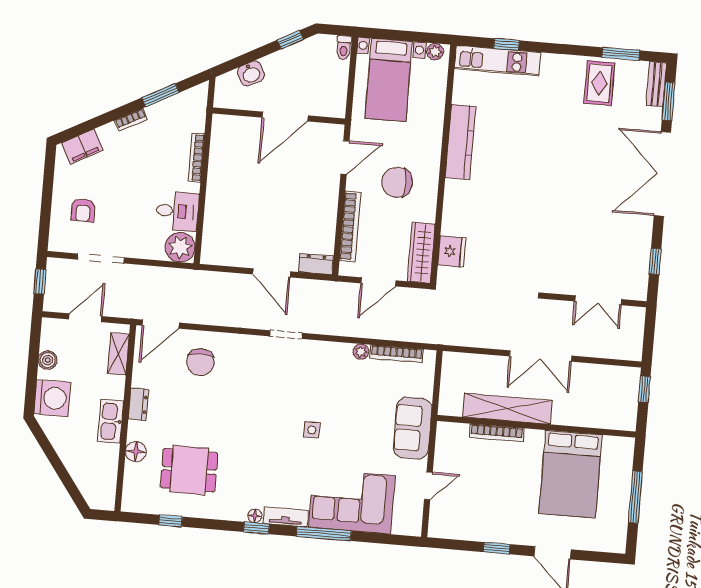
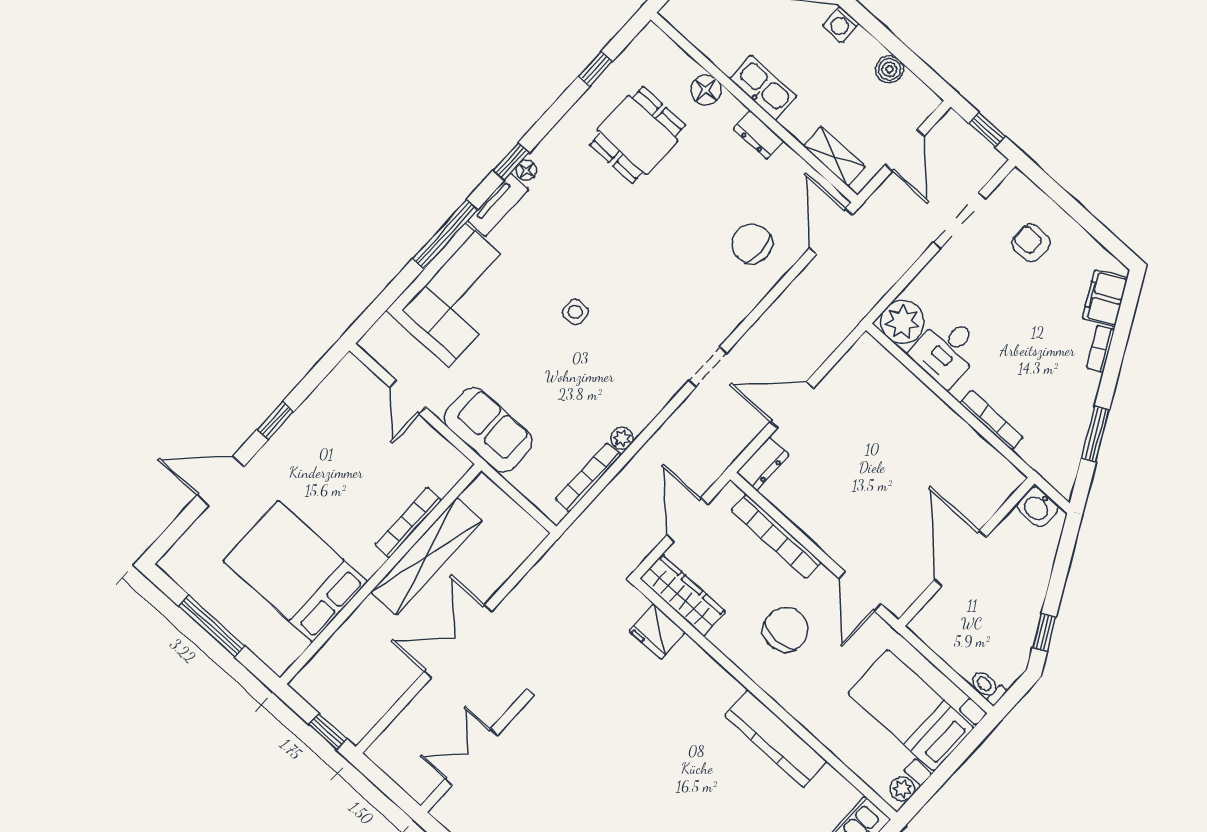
washbasin: (251, 73) -> (1038, 507), moved, turned -62
bookcase: (131, 120) -> (1100, 349), moved
washing machine: (52, 398) -> (841, 24), width x0.53, depth x0.53

